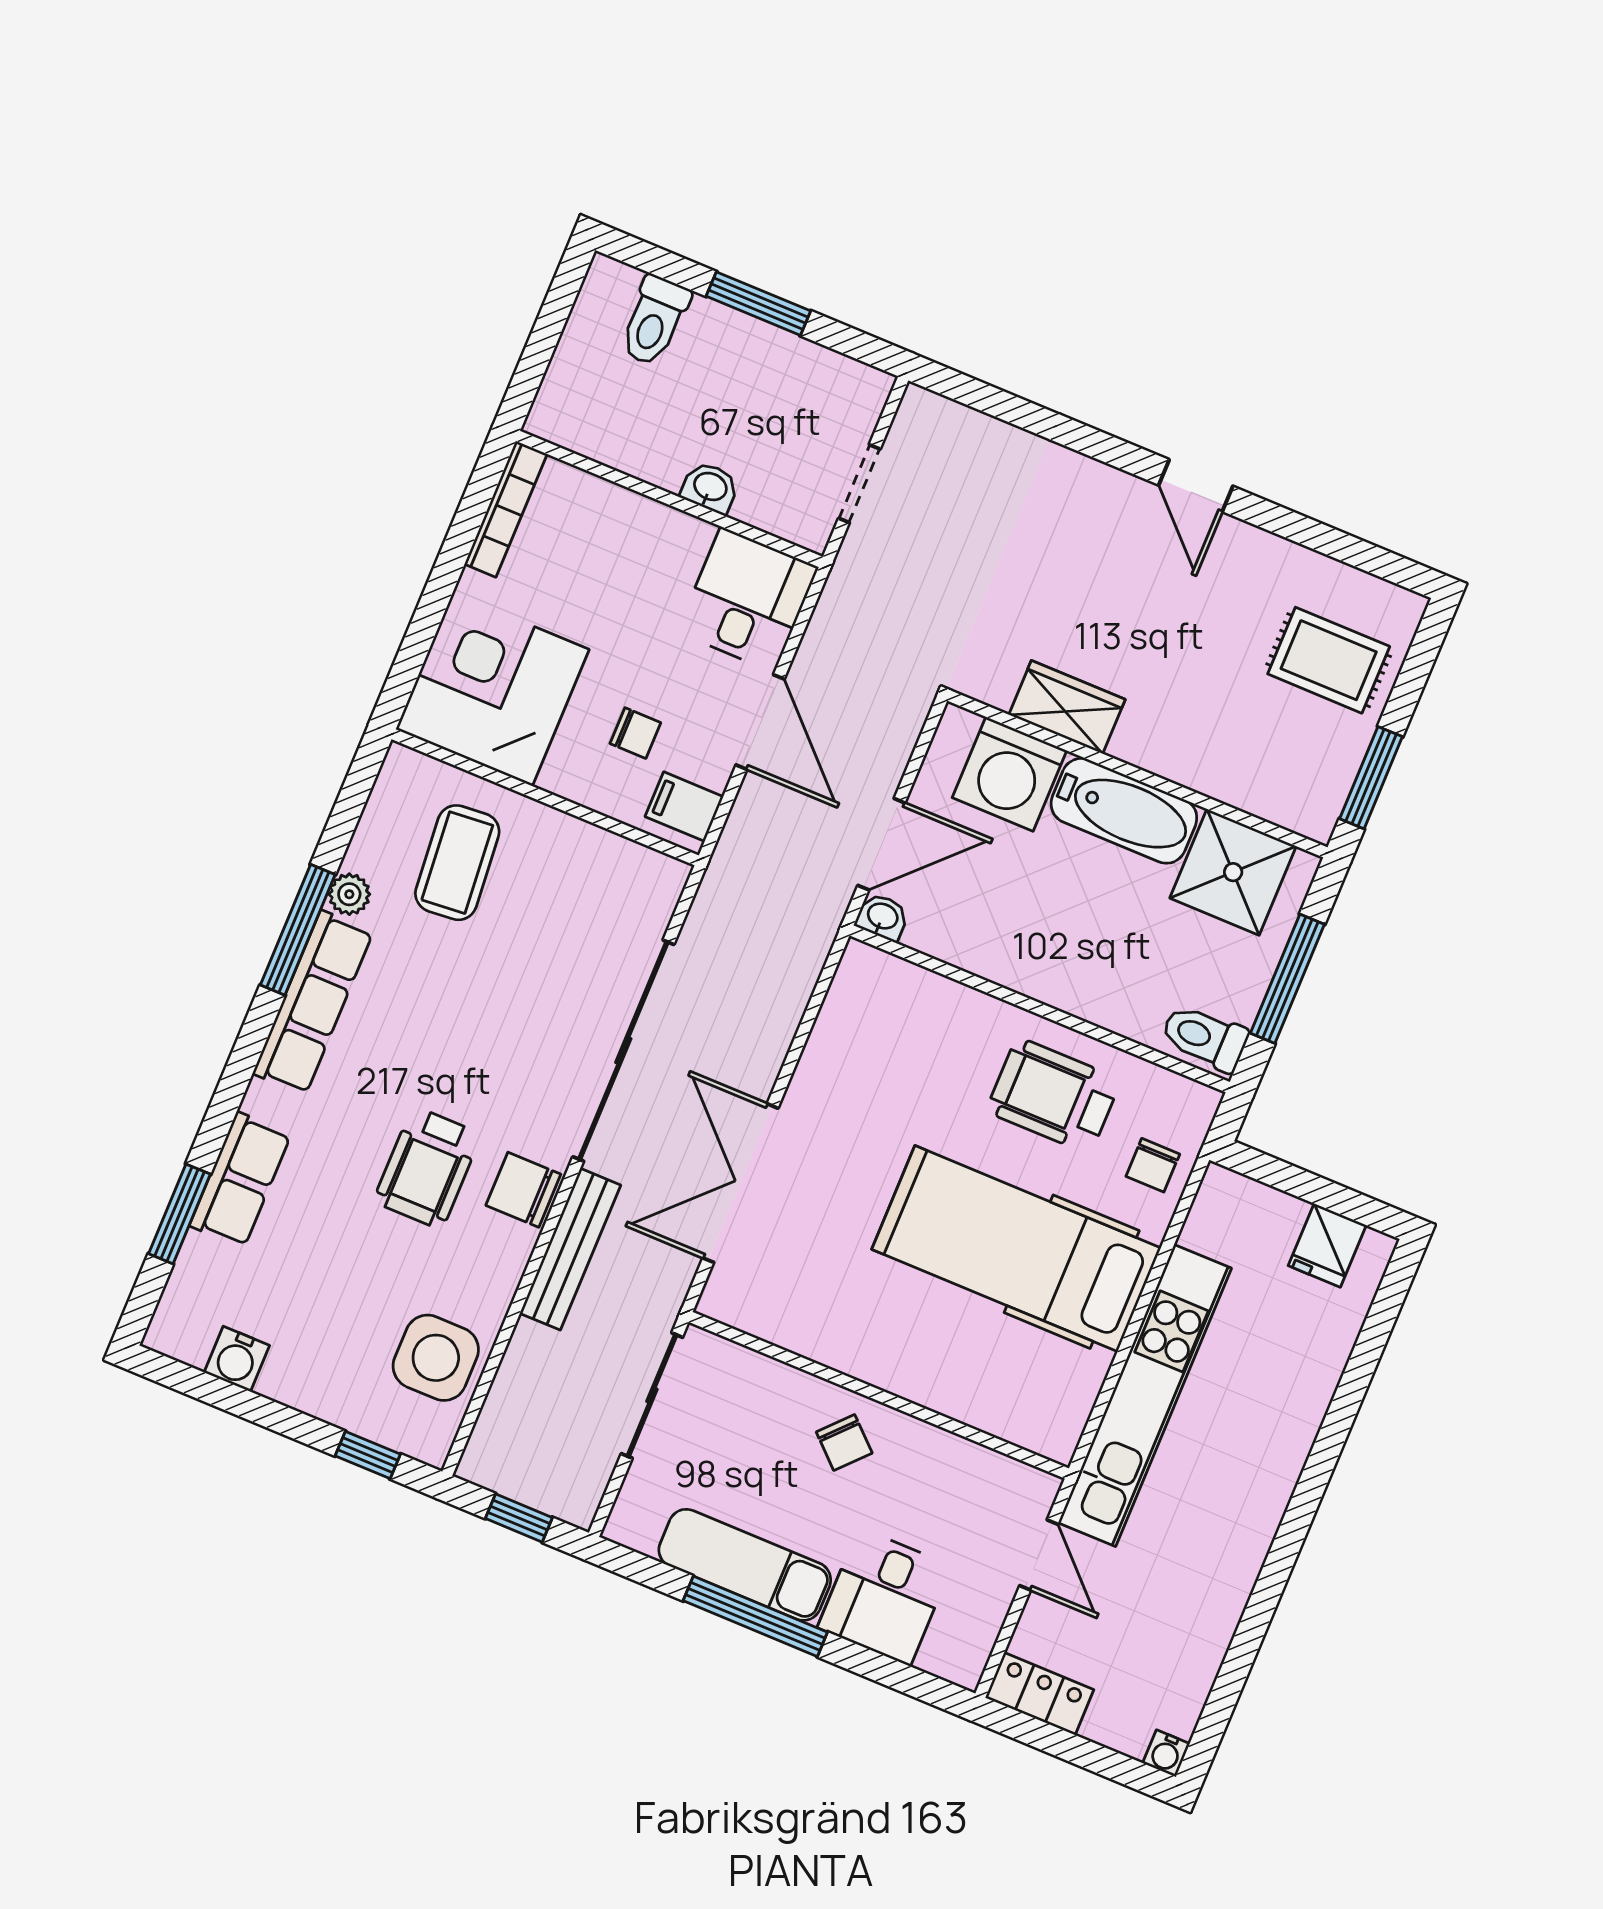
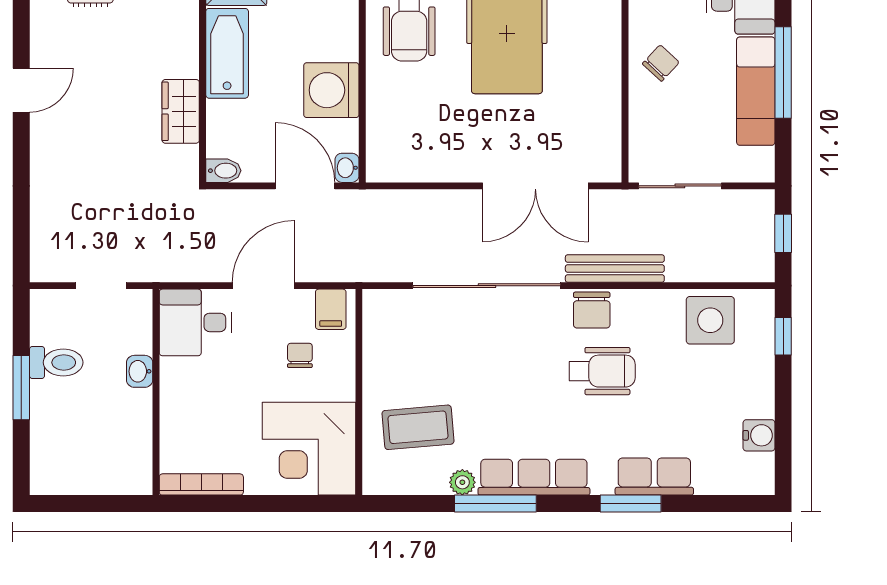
toilet: (654, 321) -> (56, 362), moved
bidet: (954, 733) -> (223, 171), added
washing machine: (1009, 774) -> (331, 90), moved, turned 180
window: (179, 1214) -> (631, 504), moved

